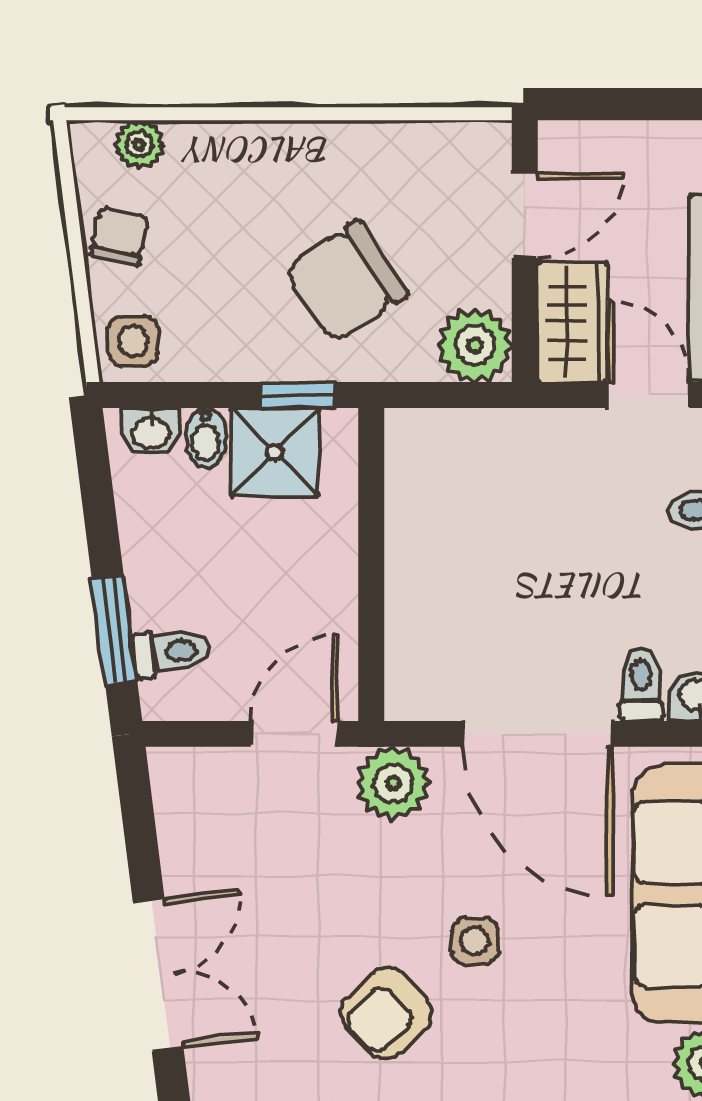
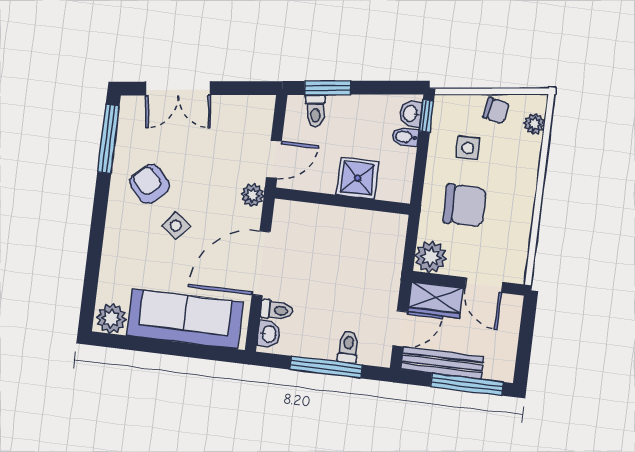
chair: (346, 282) -> (465, 205), turned 123
side table: (133, 341) -> (468, 148), moved
window: (298, 395) -> (426, 116), moved
shower: (275, 452) -> (358, 178), moved
door: (294, 734) -> (274, 159), hinge flipped
plant: (393, 783) -> (252, 195), width x0.73, depth x0.73
side table: (475, 941) -> (176, 226), turned 37

